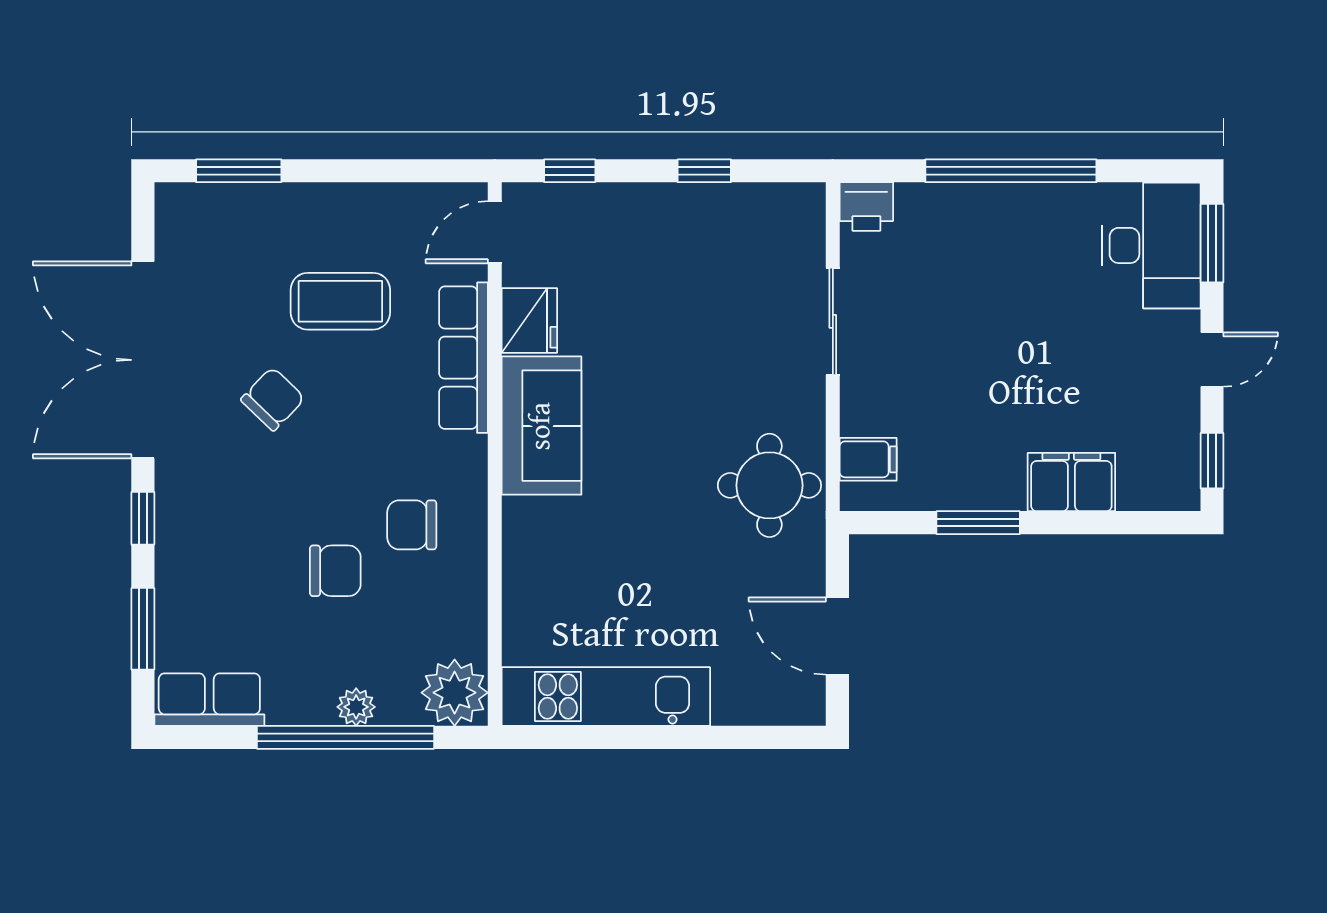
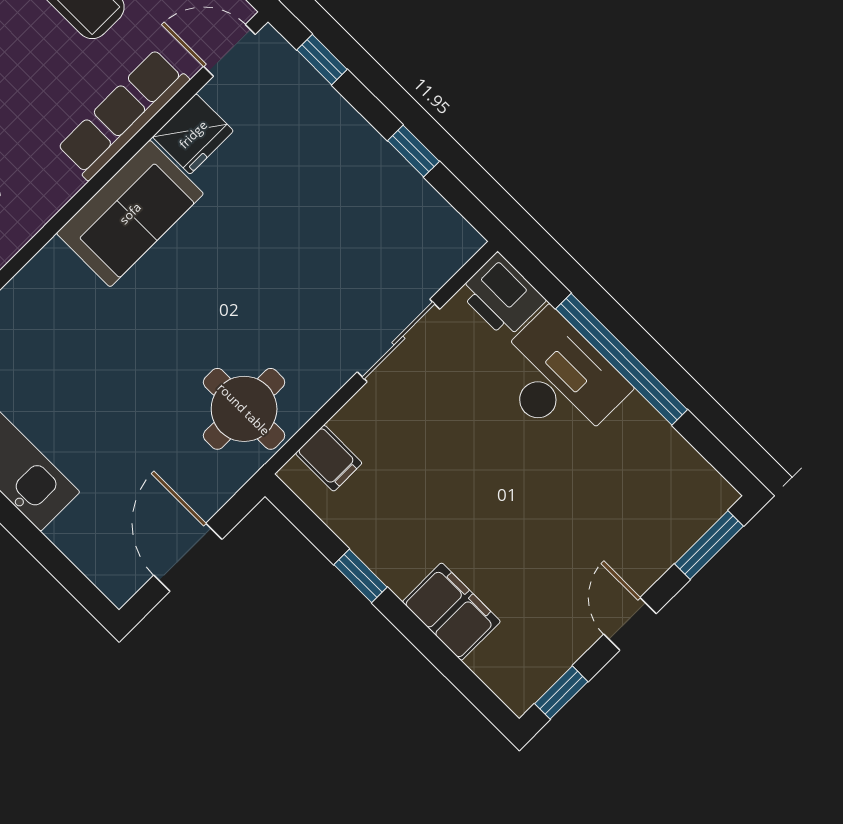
printer: (866, 206) -> (502, 296), width x1.36, depth x1.24
desk: (1151, 245) -> (559, 379), moved, turned -90
door: (1212, 360) -> (630, 624), swing flipped
window: (978, 523) -> (361, 576), width x0.67

